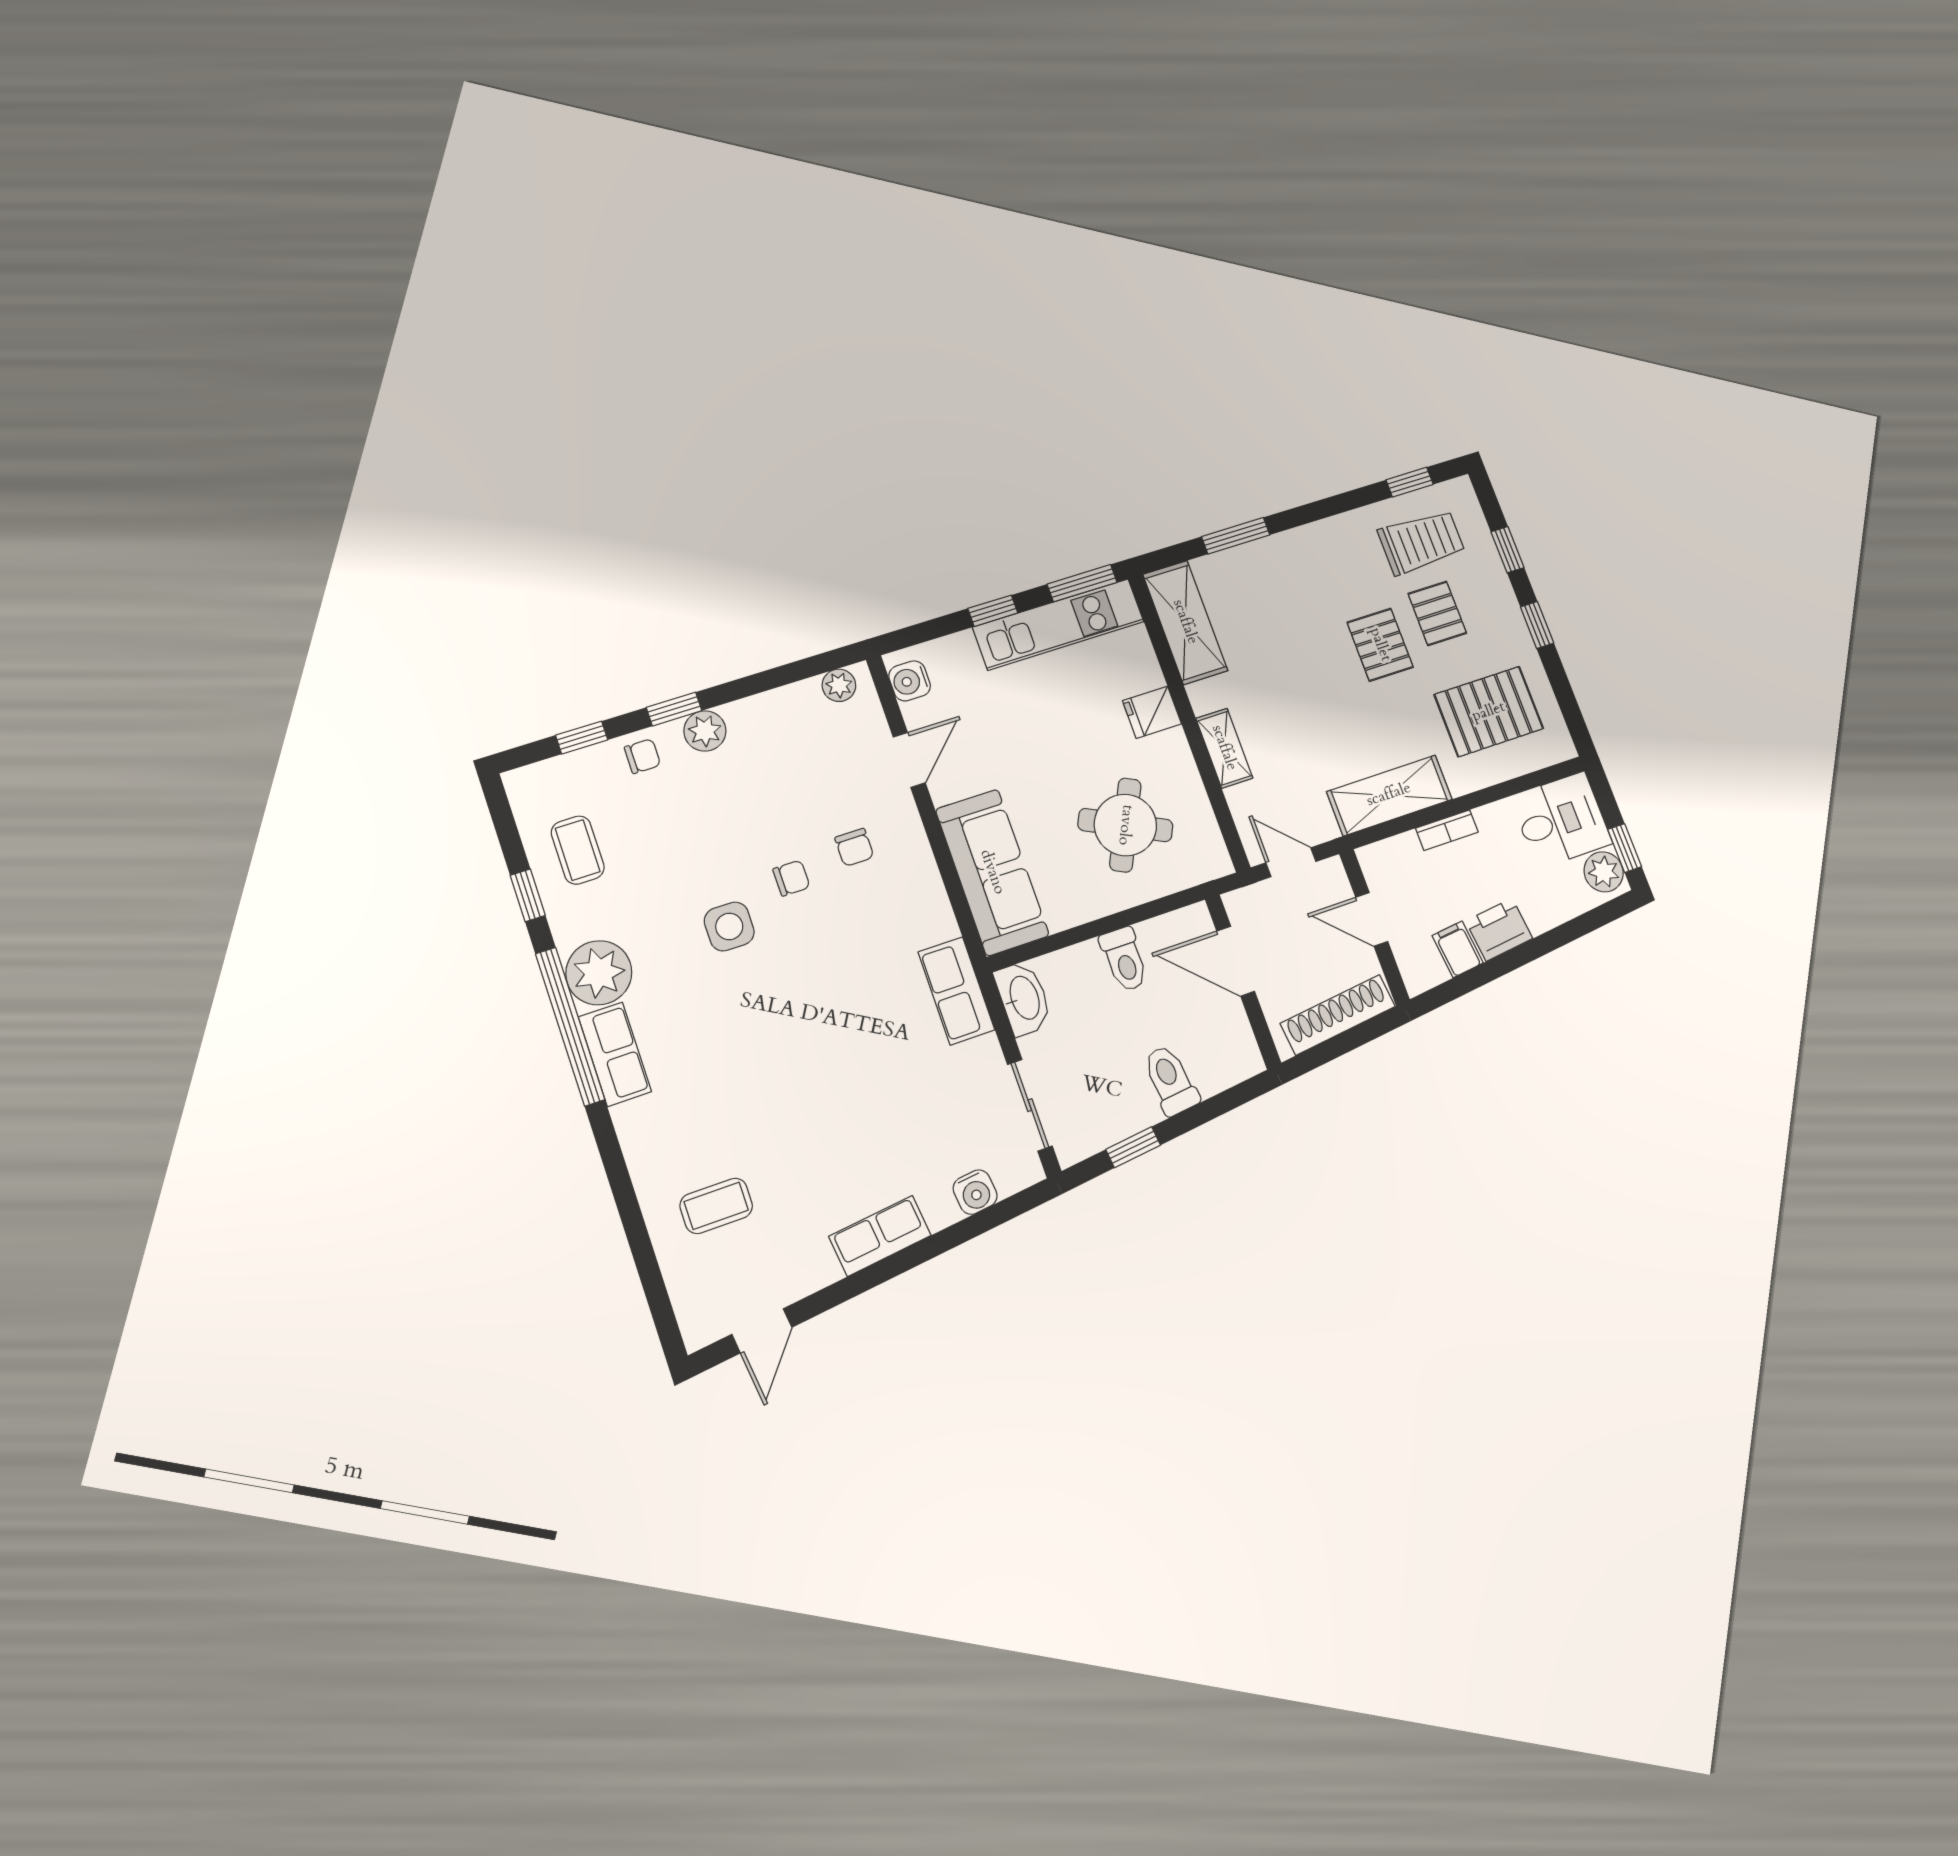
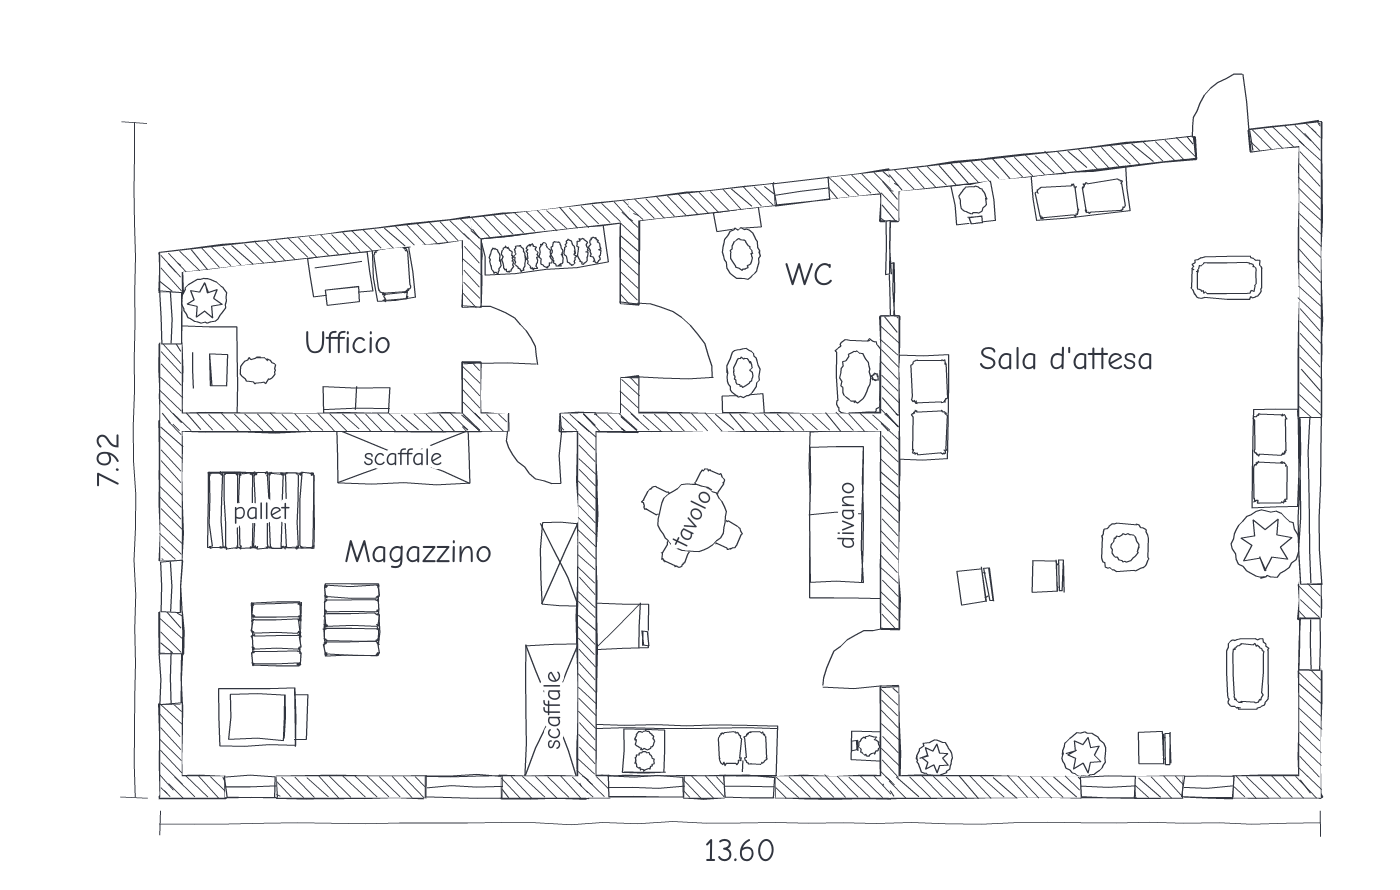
water cooler: (910, 681) -> (867, 746), width x0.72, depth x0.72
chair: (854, 847) -> (975, 586), turned -98

